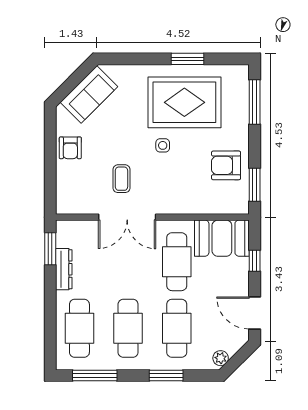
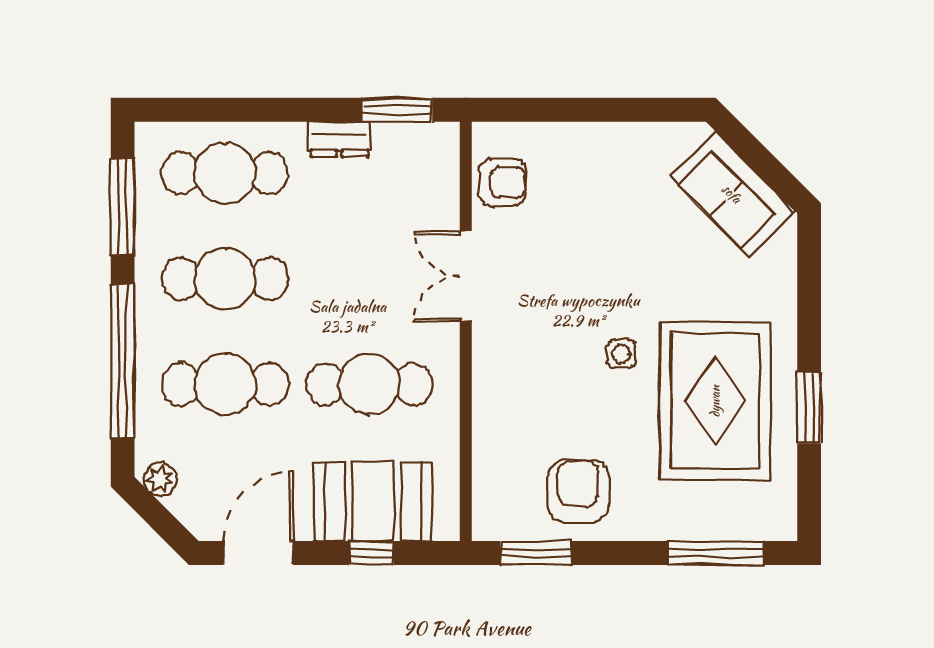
armchair: (70, 148) -> (502, 183), moved, turned 180
coffee table: (121, 179) -> (549, 264), removed
double door: (127, 217) -> (466, 276), width x0.73
booth: (222, 238) -> (373, 502), moved, turned 90
dresser: (64, 269) -> (339, 139), width x0.70
window: (166, 375) -> (123, 361), width x2.11

